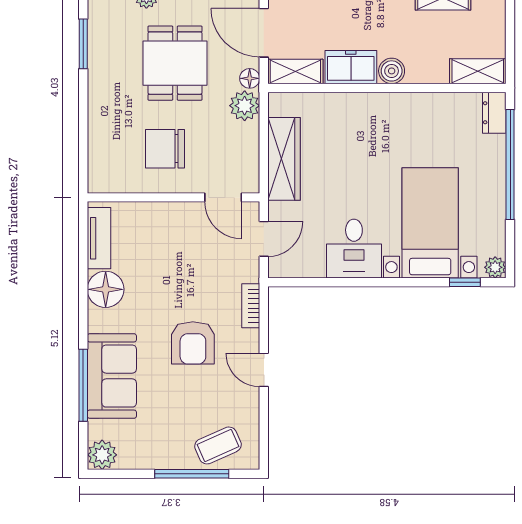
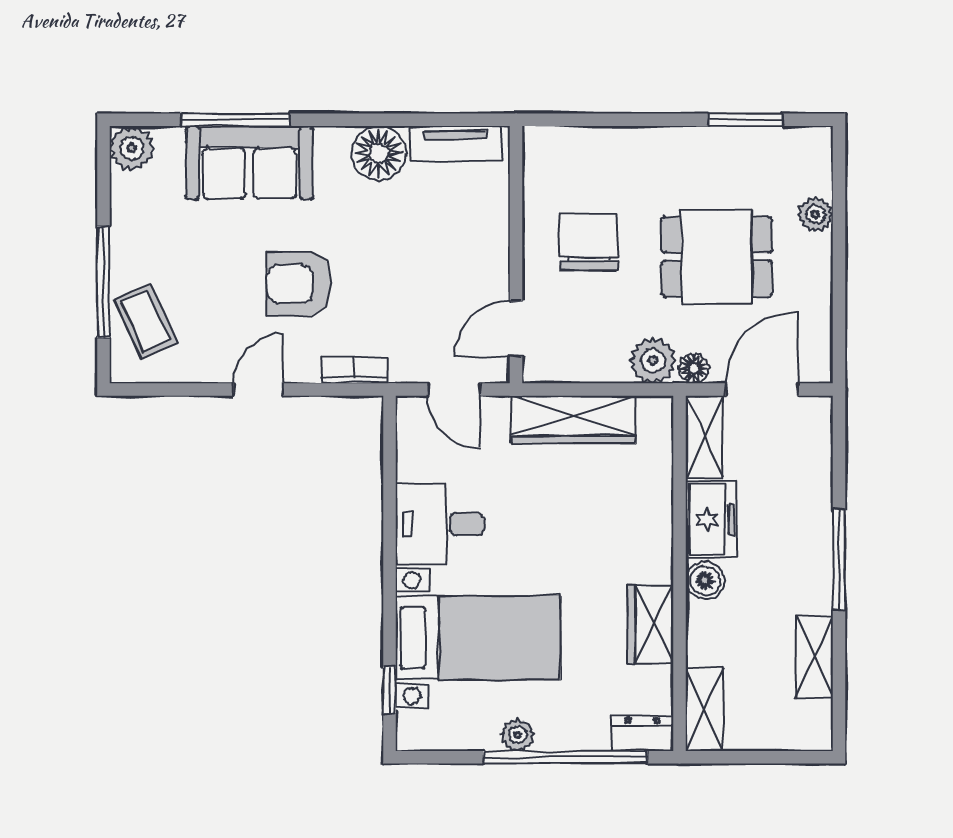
wardrobe: (421, 107) -> (651, 624), added
plant: (495, 267) -> (518, 735), moved

